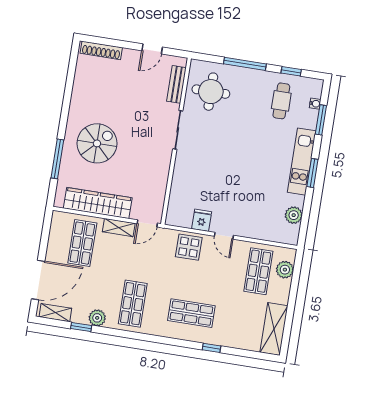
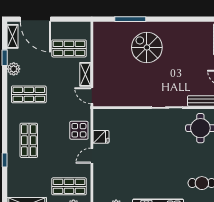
spiral stairs: (97, 143) -> (147, 47), turned 180
wardrobe: (98, 203) -> (101, 55), removed

